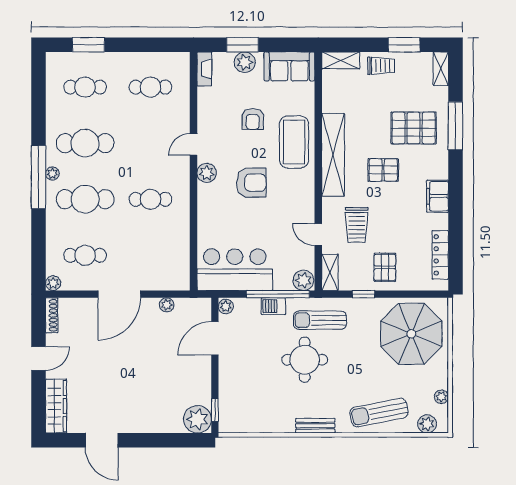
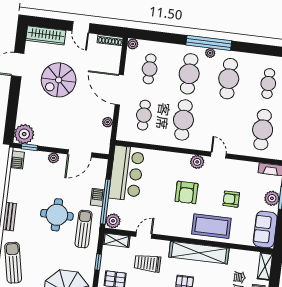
cafe table: (150, 87) -> (263, 130), width x1.37, depth x1.35
cafe table: (150, 199) -> (183, 120), width x1.37, depth x1.35
cafe table: (150, 255) -> (144, 115), added
plant: (226, 306) -> (54, 158), moved
door: (215, 338) -> (80, 153), swing flipped
spiral stairs: (116, 380) -> (59, 80), added
barbecue: (235, 425) -> (17, 160), added

